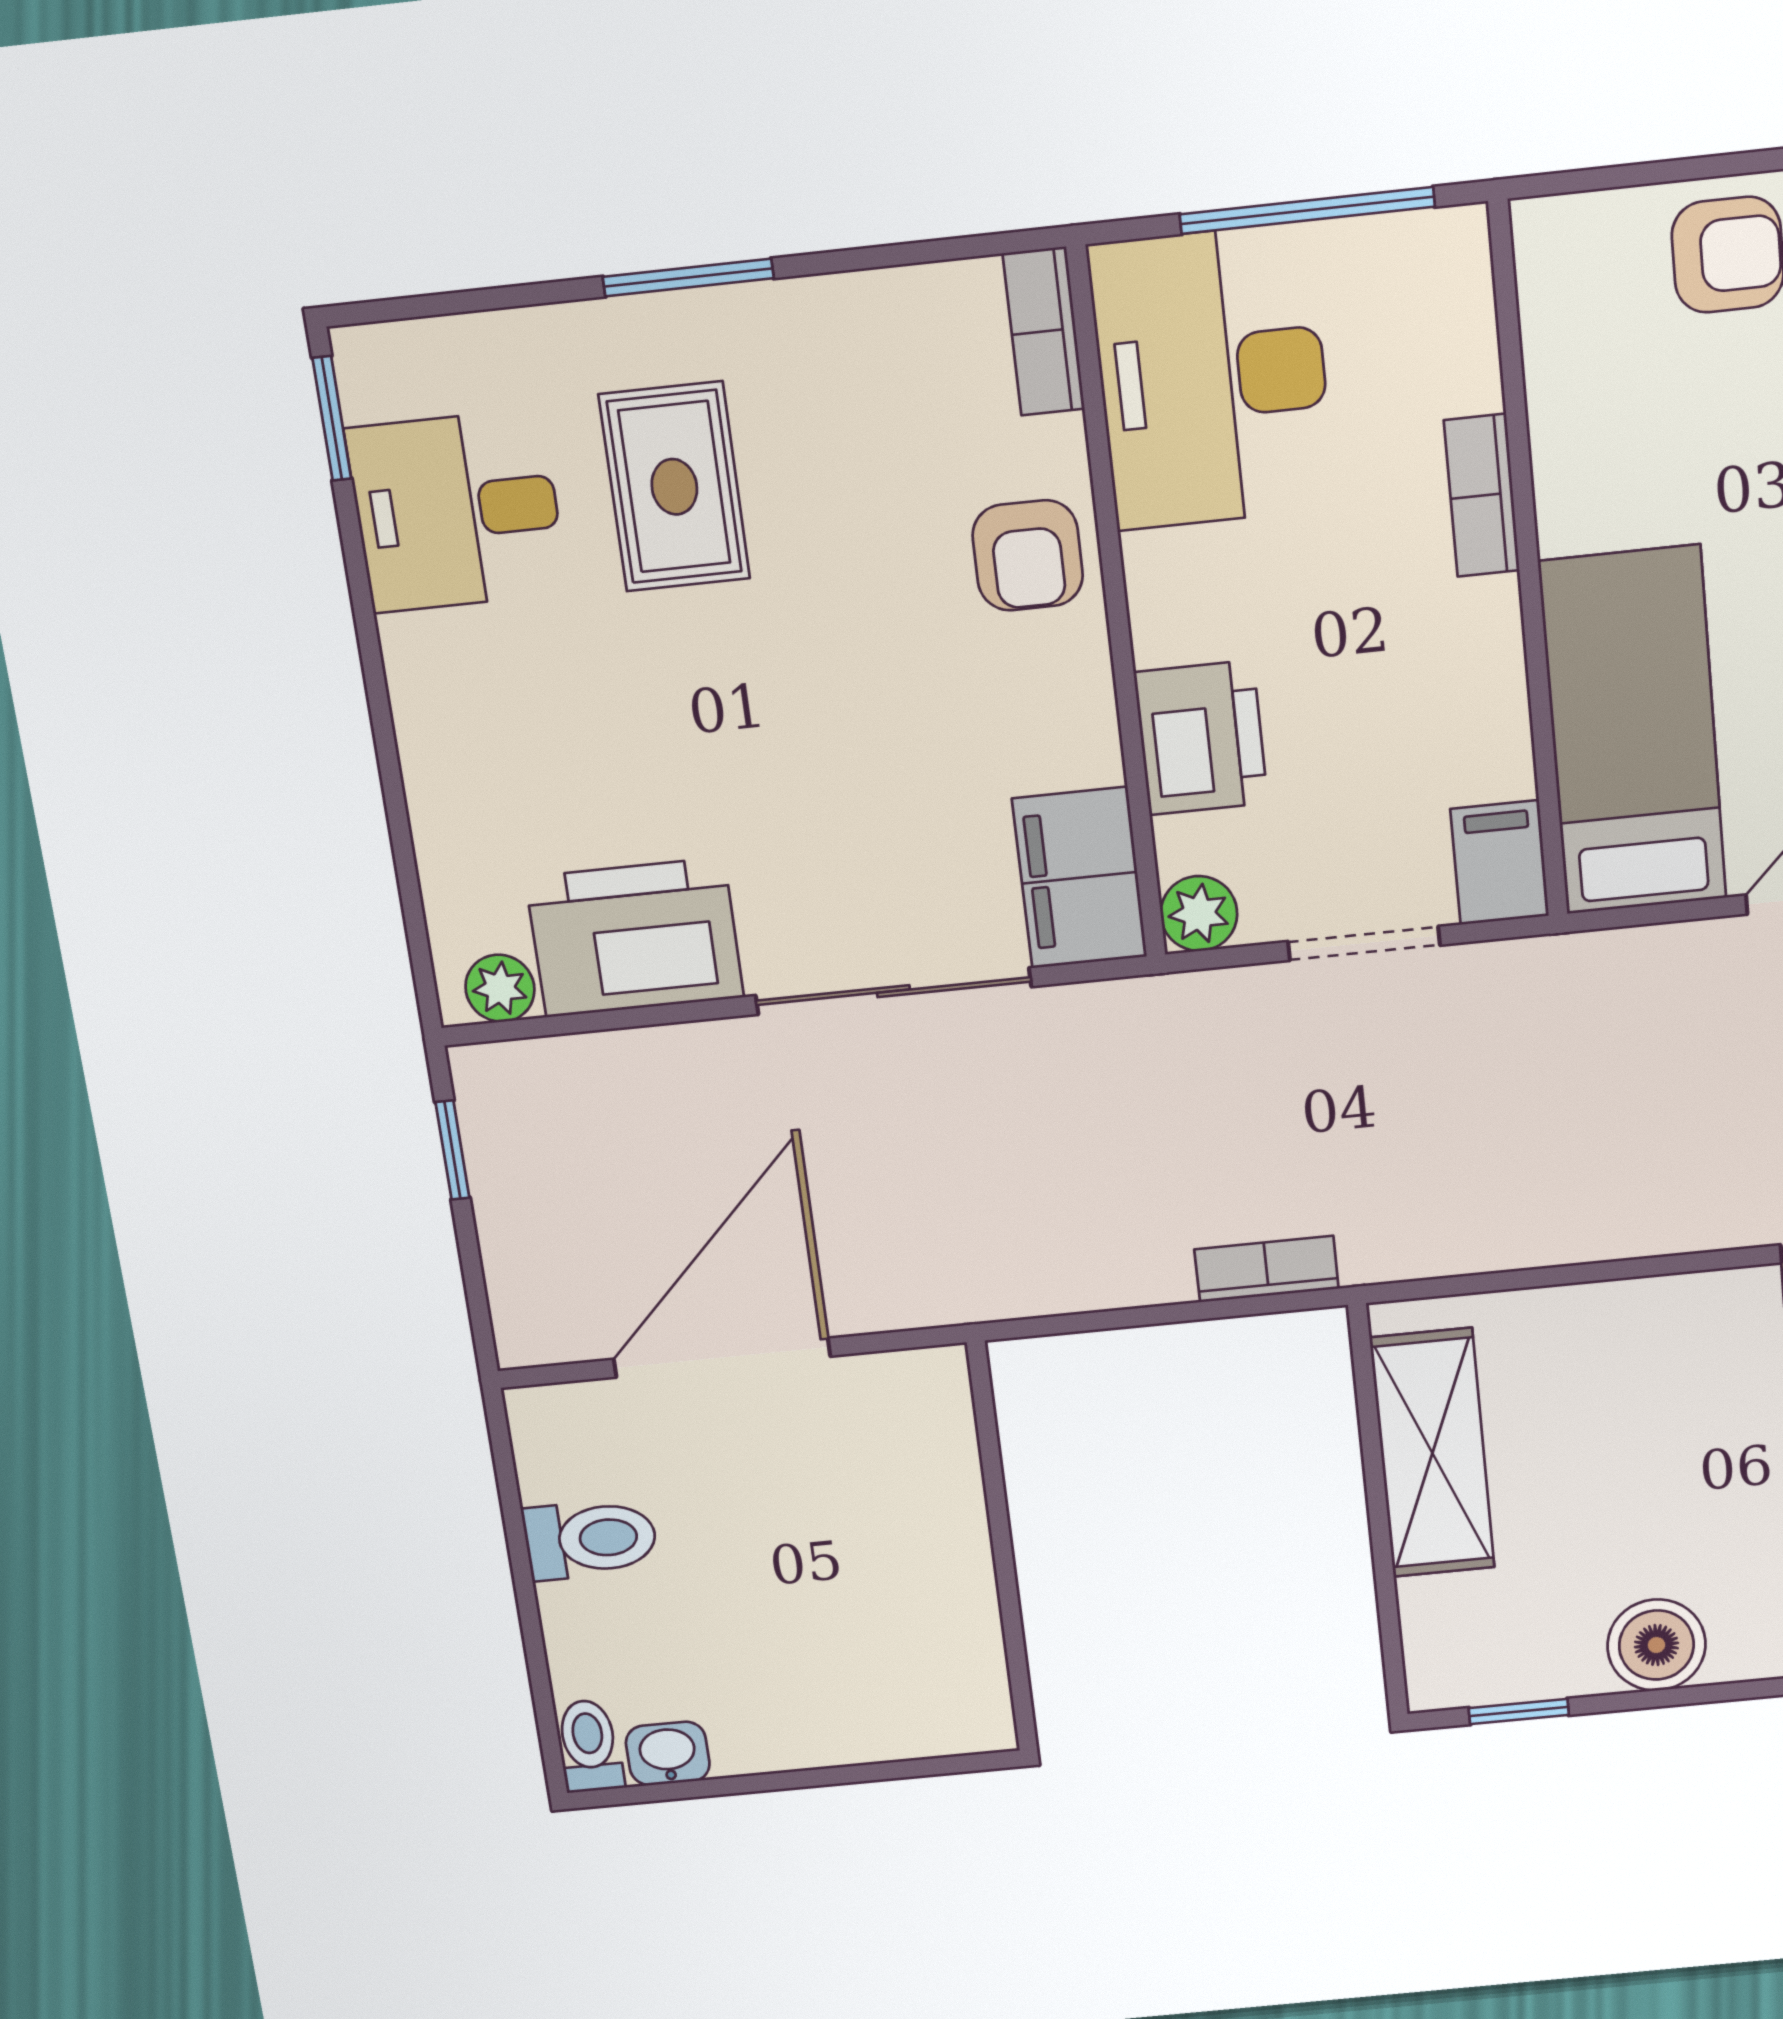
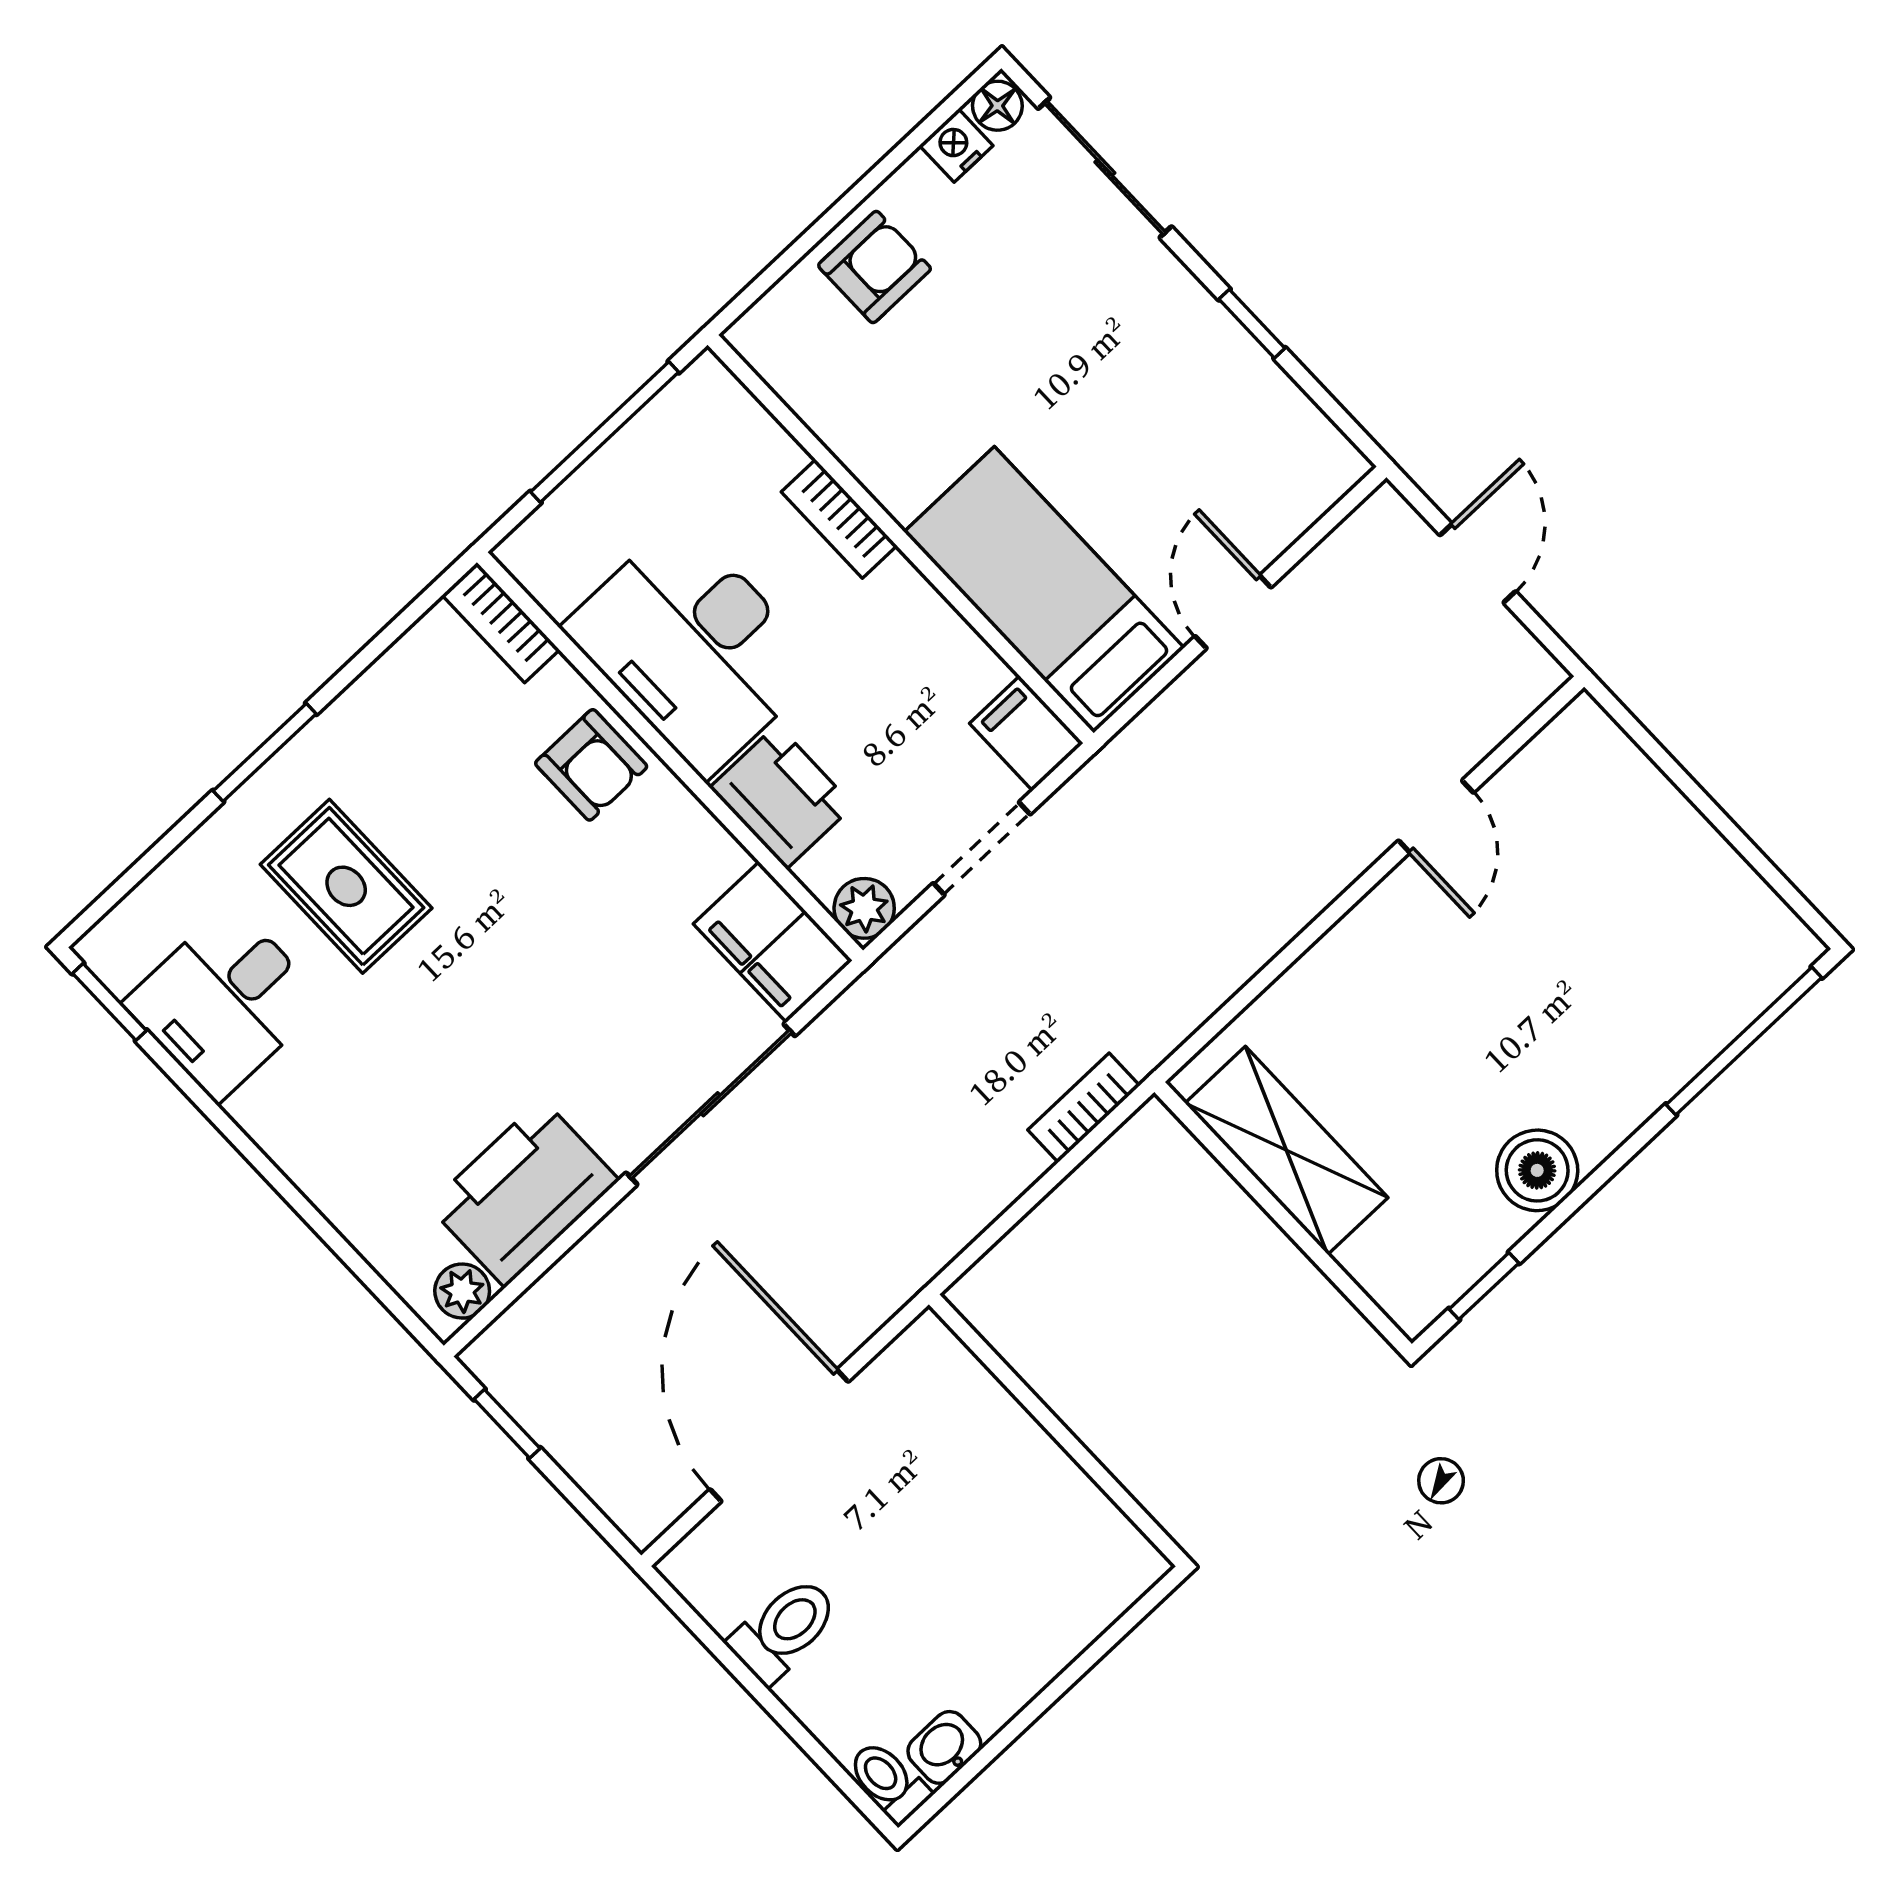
desk: (1212, 377) -> (693, 647), moved

